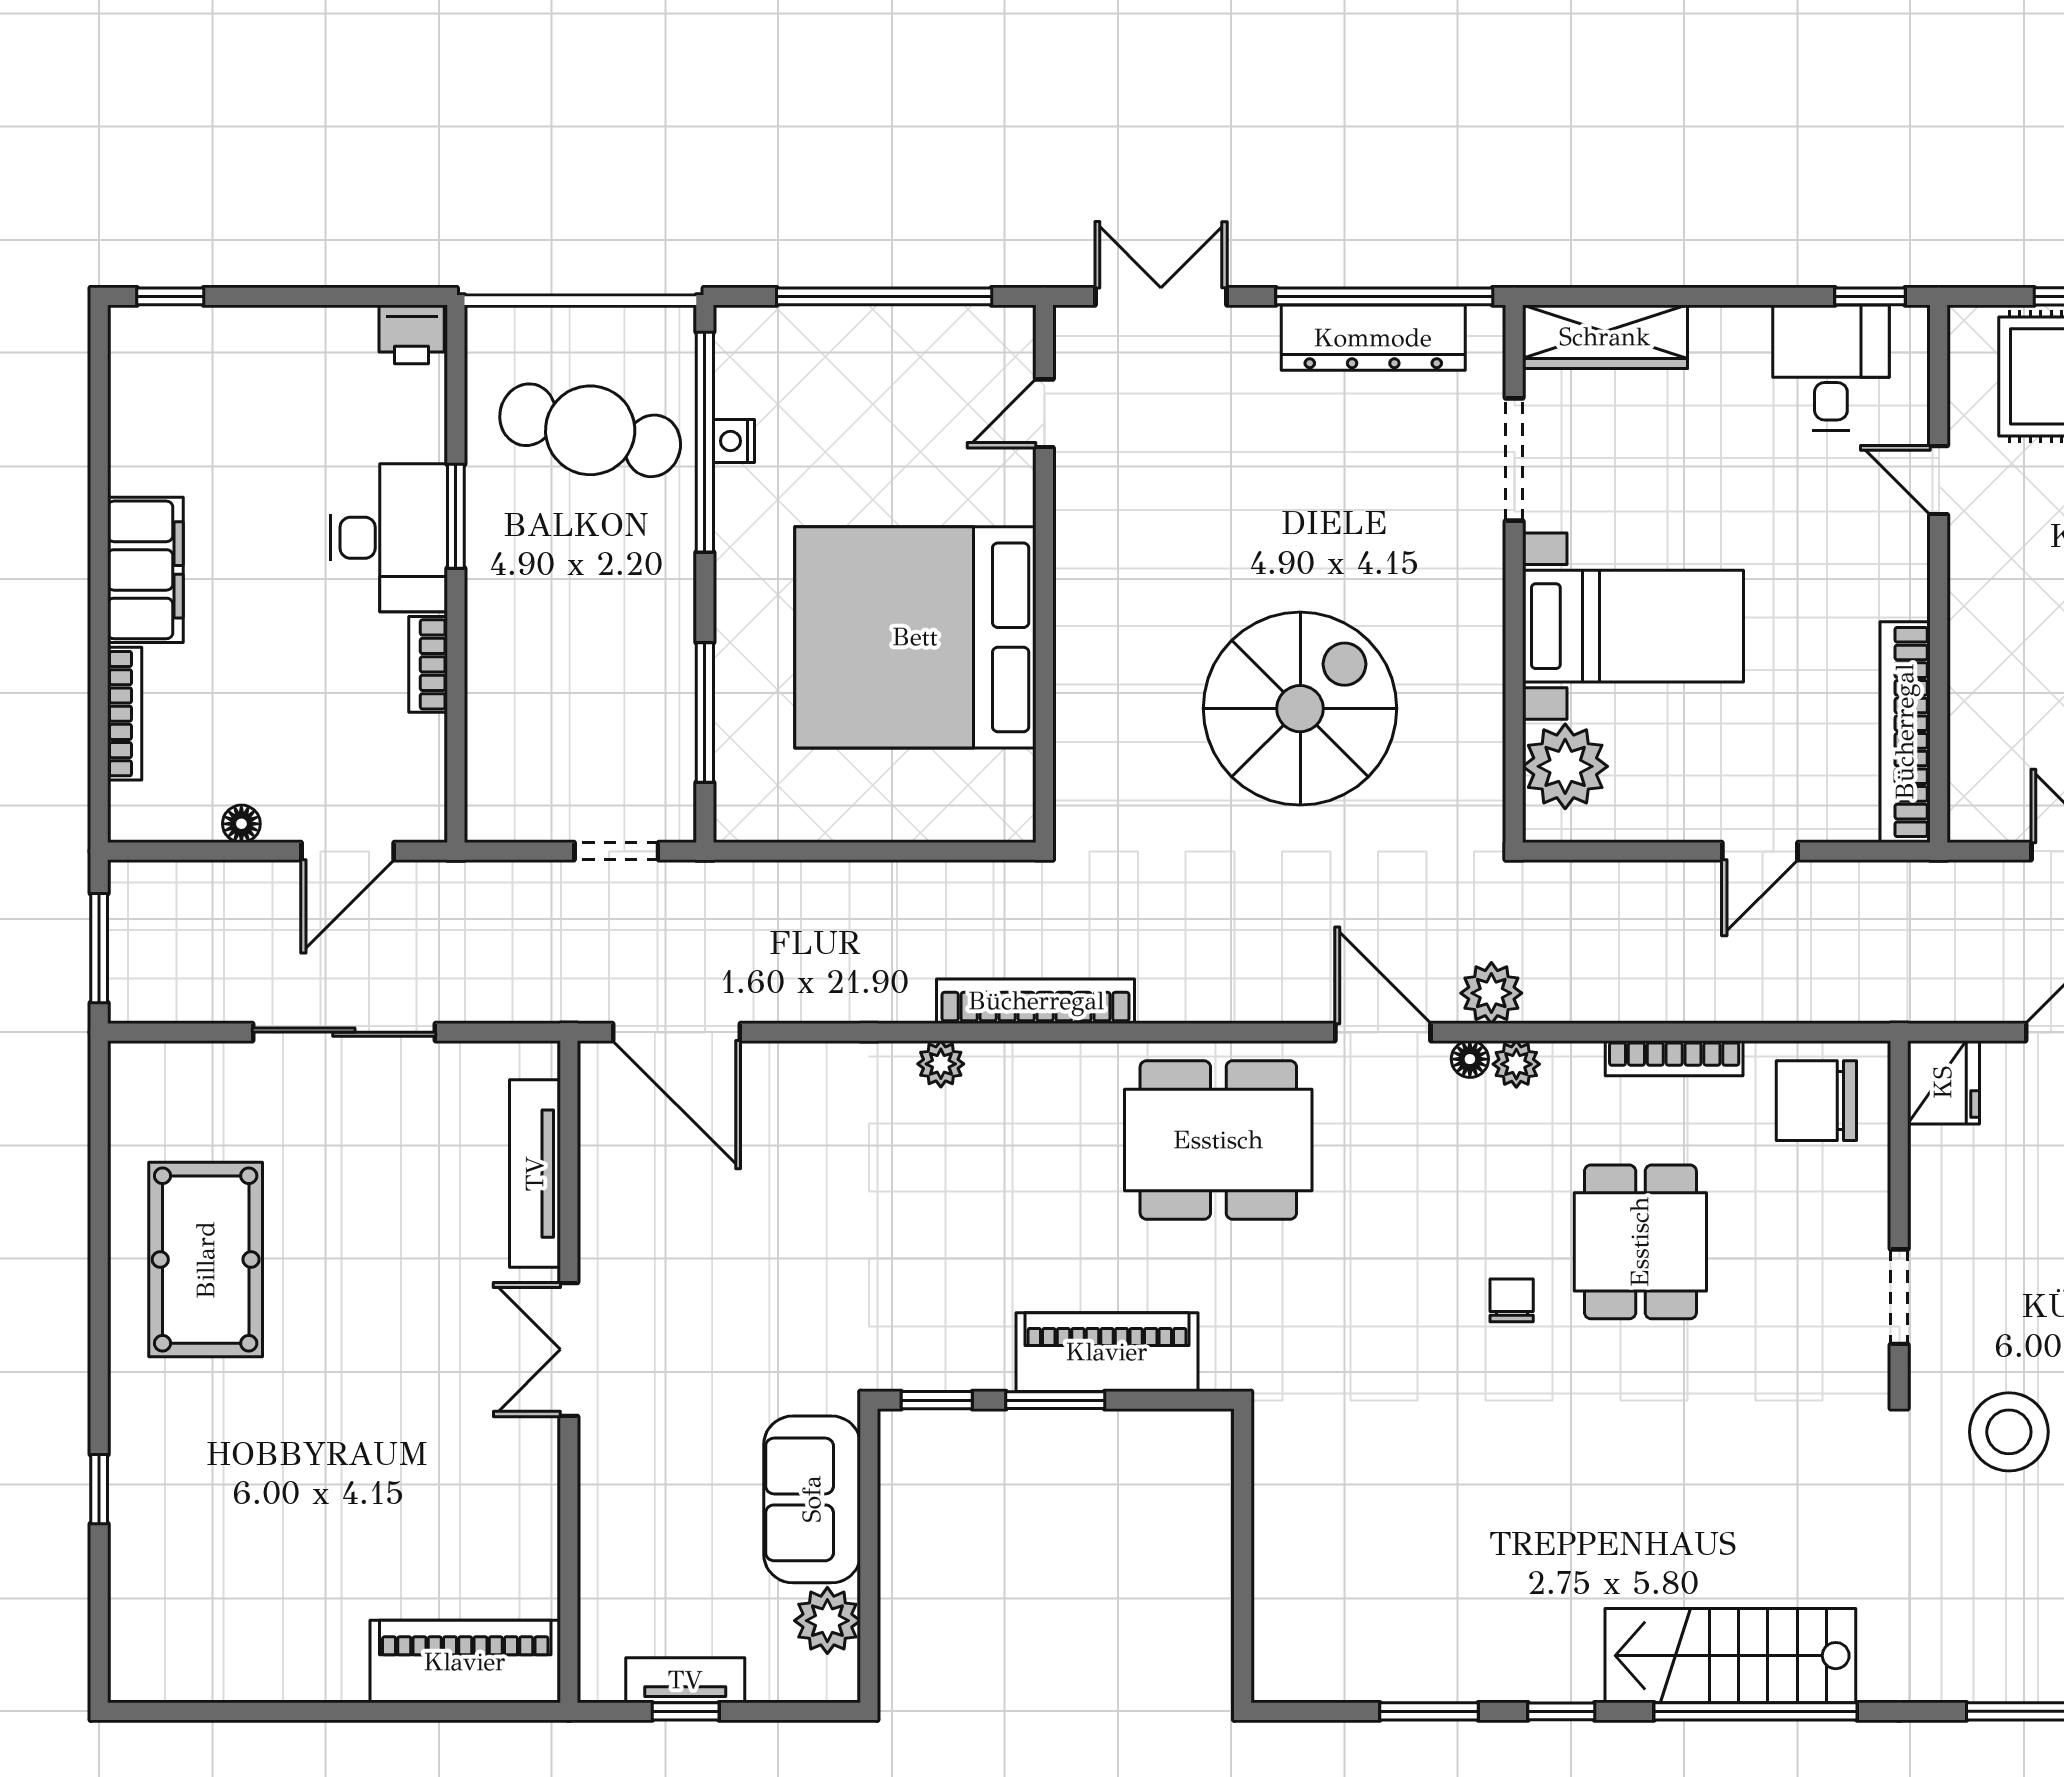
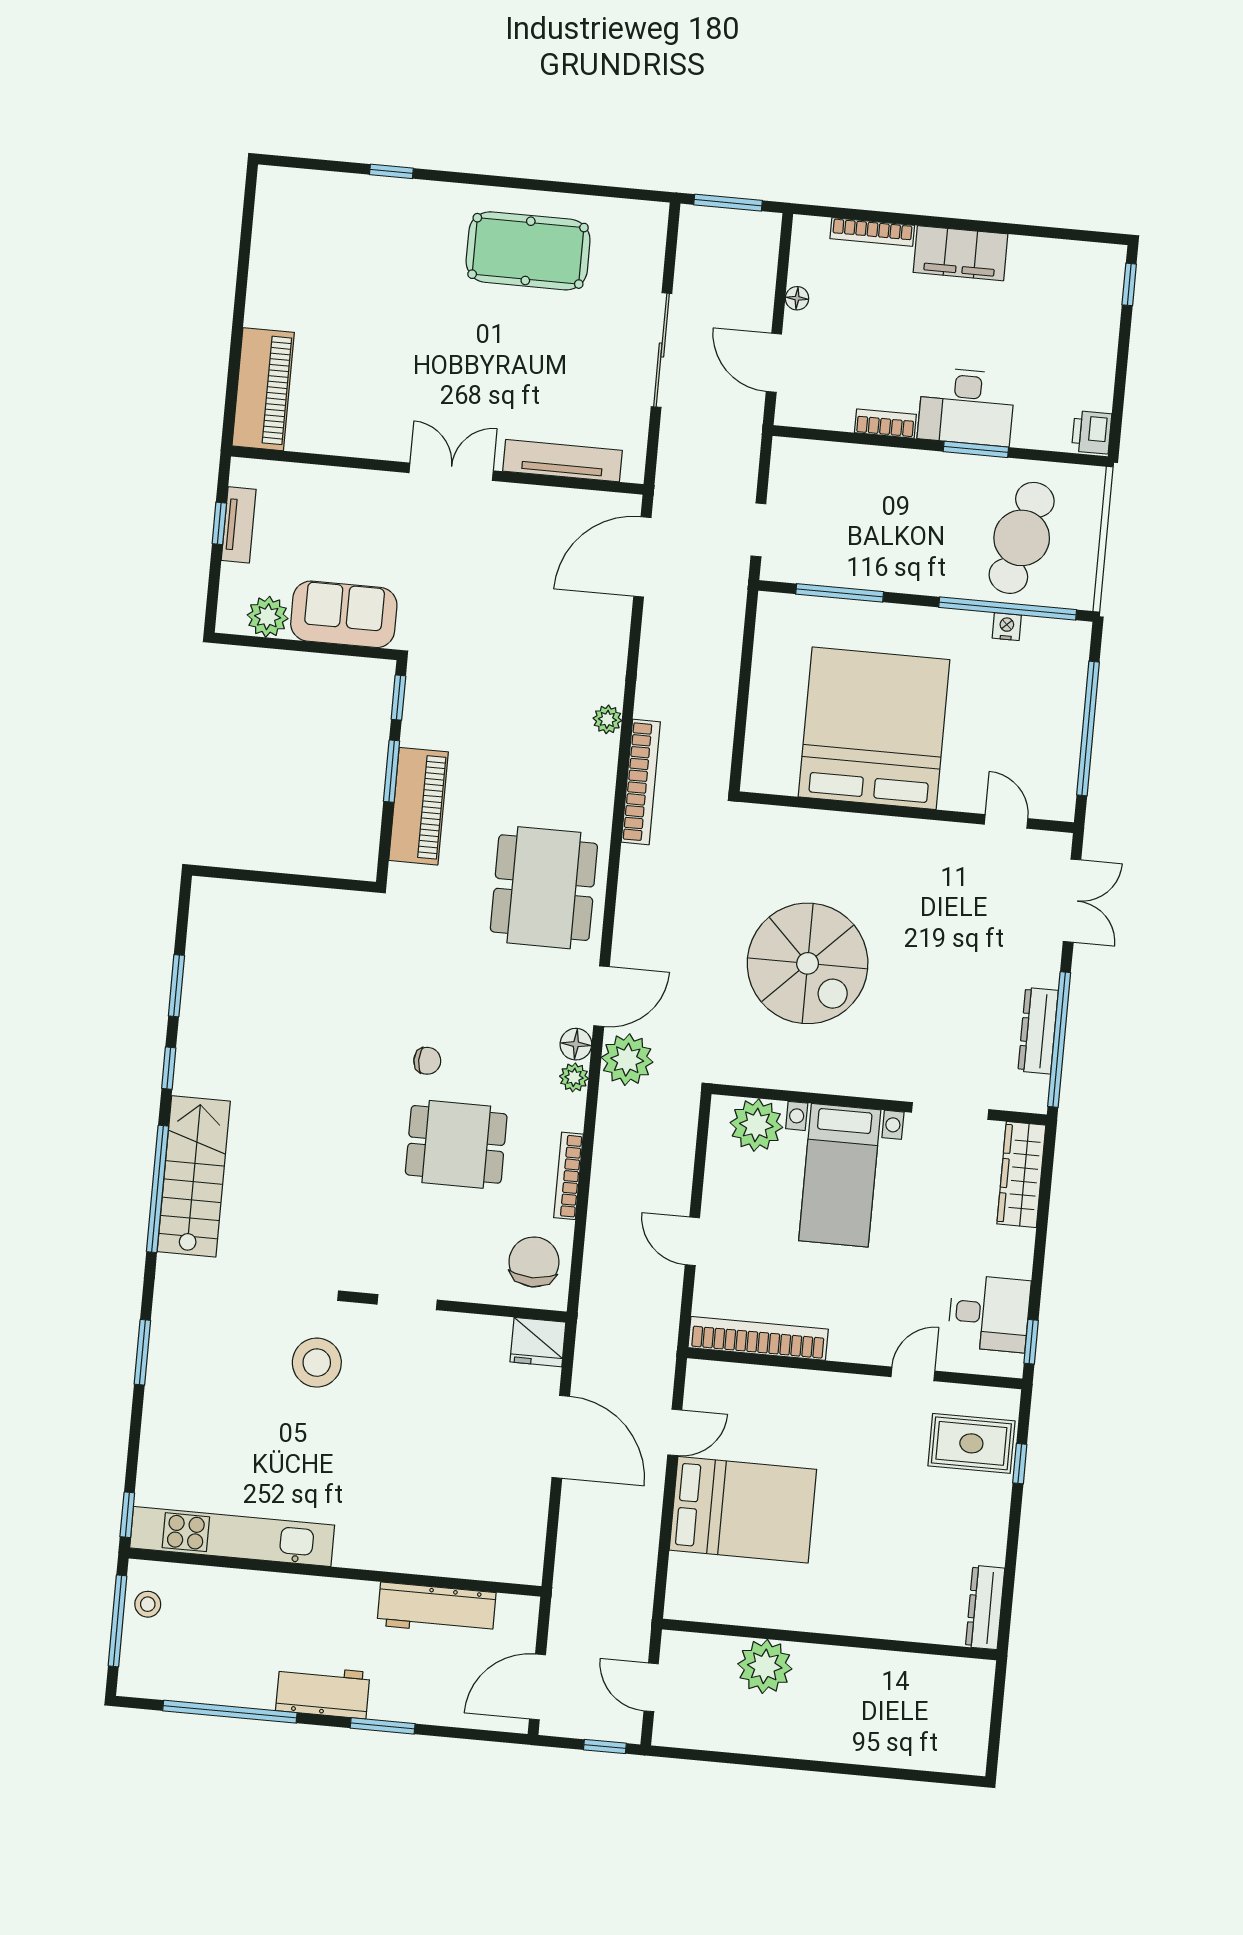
dresser: (1373, 338) -> (1038, 1031), width x0.73, depth x0.80
plant: (1491, 993) -> (627, 1060), width x1.36, depth x1.36
floor lamp: (1470, 1059) -> (576, 1044), width x1.37, depth x1.37

